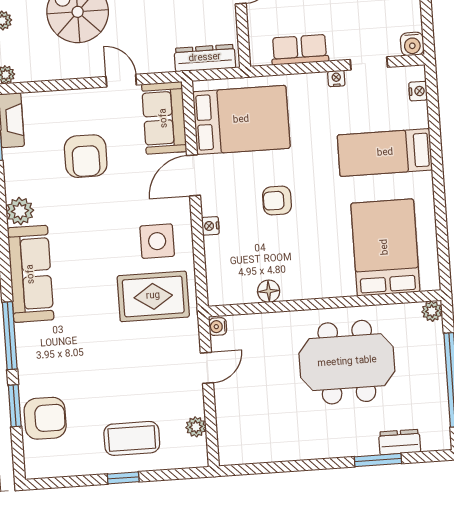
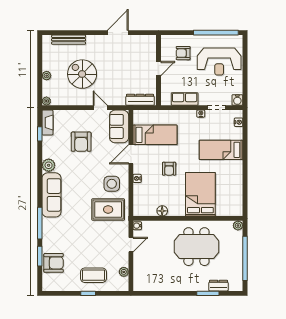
bed: (241, 120) -> (155, 135), width x0.67
armchair: (277, 200) -> (169, 169), turned -90
bed: (385, 247) -> (200, 194), moved

